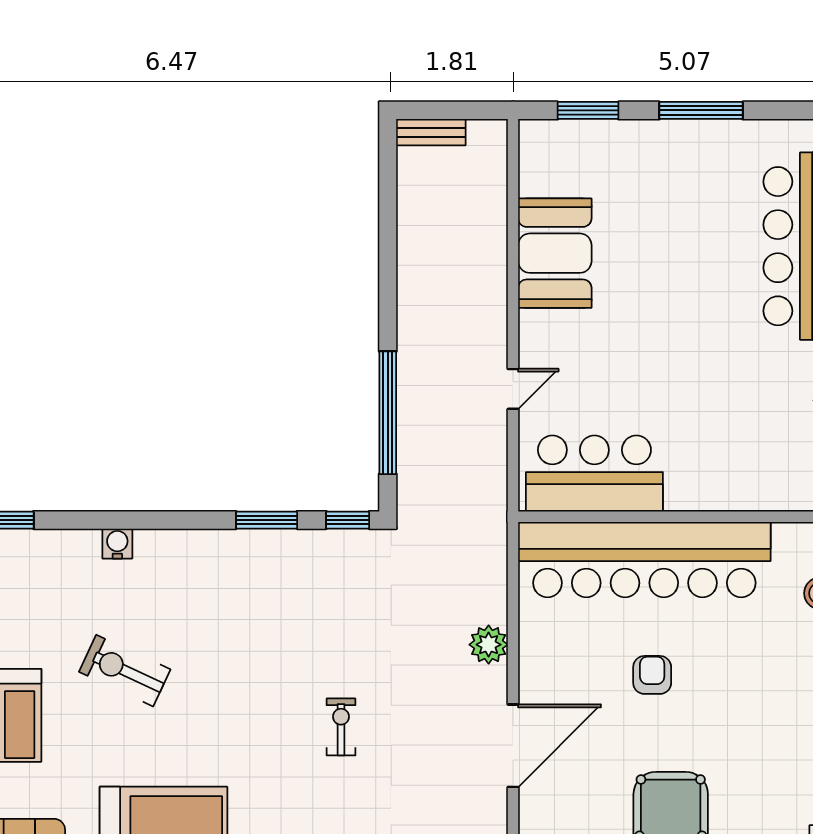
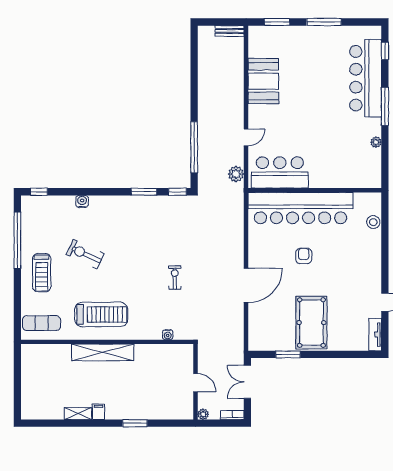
bench: (431, 132) -> (230, 31), moved
plant: (489, 645) -> (236, 174), moved

